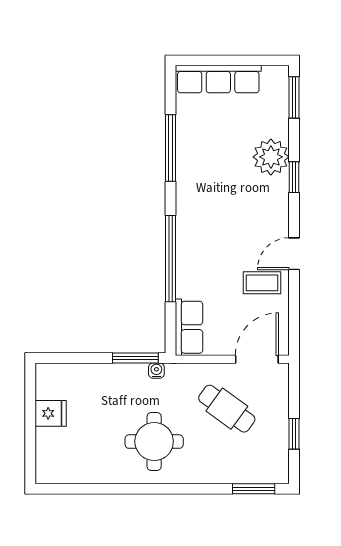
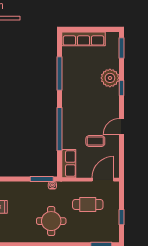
coffee table: (262, 283) -> (95, 141), moved
cafe table: (227, 409) -> (88, 204), turned -36

